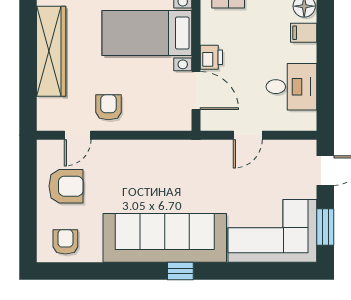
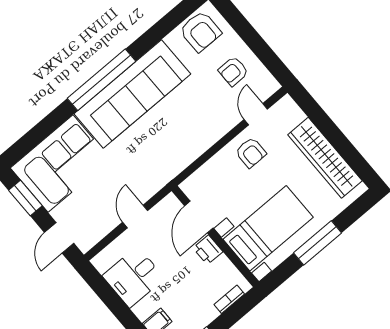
door: (196, 91) -> (199, 217), hinge flipped
armchair: (66, 186) -> (233, 71), width x0.72, depth x0.72
armchair: (65, 242) -> (200, 31), width x1.38, depth x1.38
window: (180, 271) -> (102, 80), width x3.17

